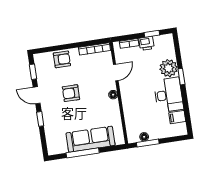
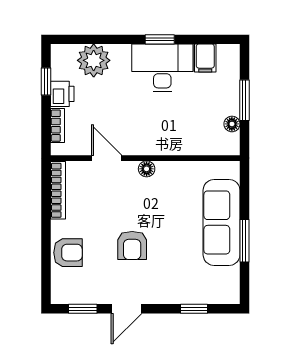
armchair: (62, 59) -> (68, 253), turned 90
plant: (169, 68) -> (94, 60), moved
window: (181, 77) -> (160, 39), moved
window: (40, 119) -> (194, 309), moved
window: (148, 143) -> (244, 100), moved
window: (83, 153) -> (244, 241), width x0.69

